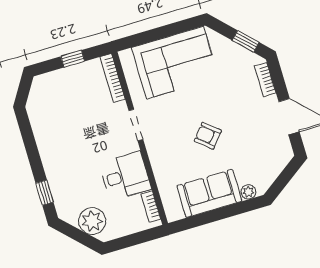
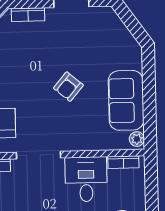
doorway: (136, 125) -> (38, 155), width x1.38
plant: (248, 192) -> (137, 139), moved

